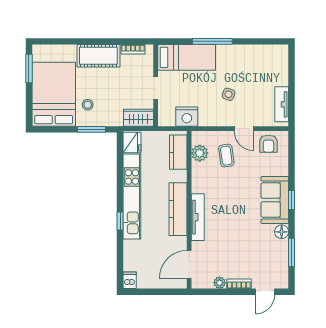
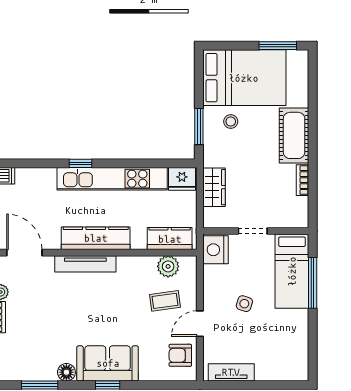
bed: (187, 57) -> (292, 271), moved
wall: (156, 85) -> (256, 231), moved
doorway: (156, 88) -> (253, 231), moved

